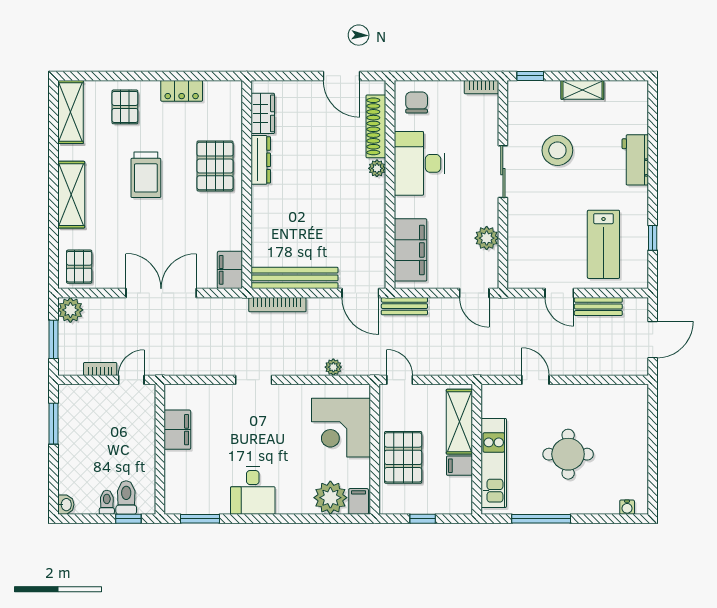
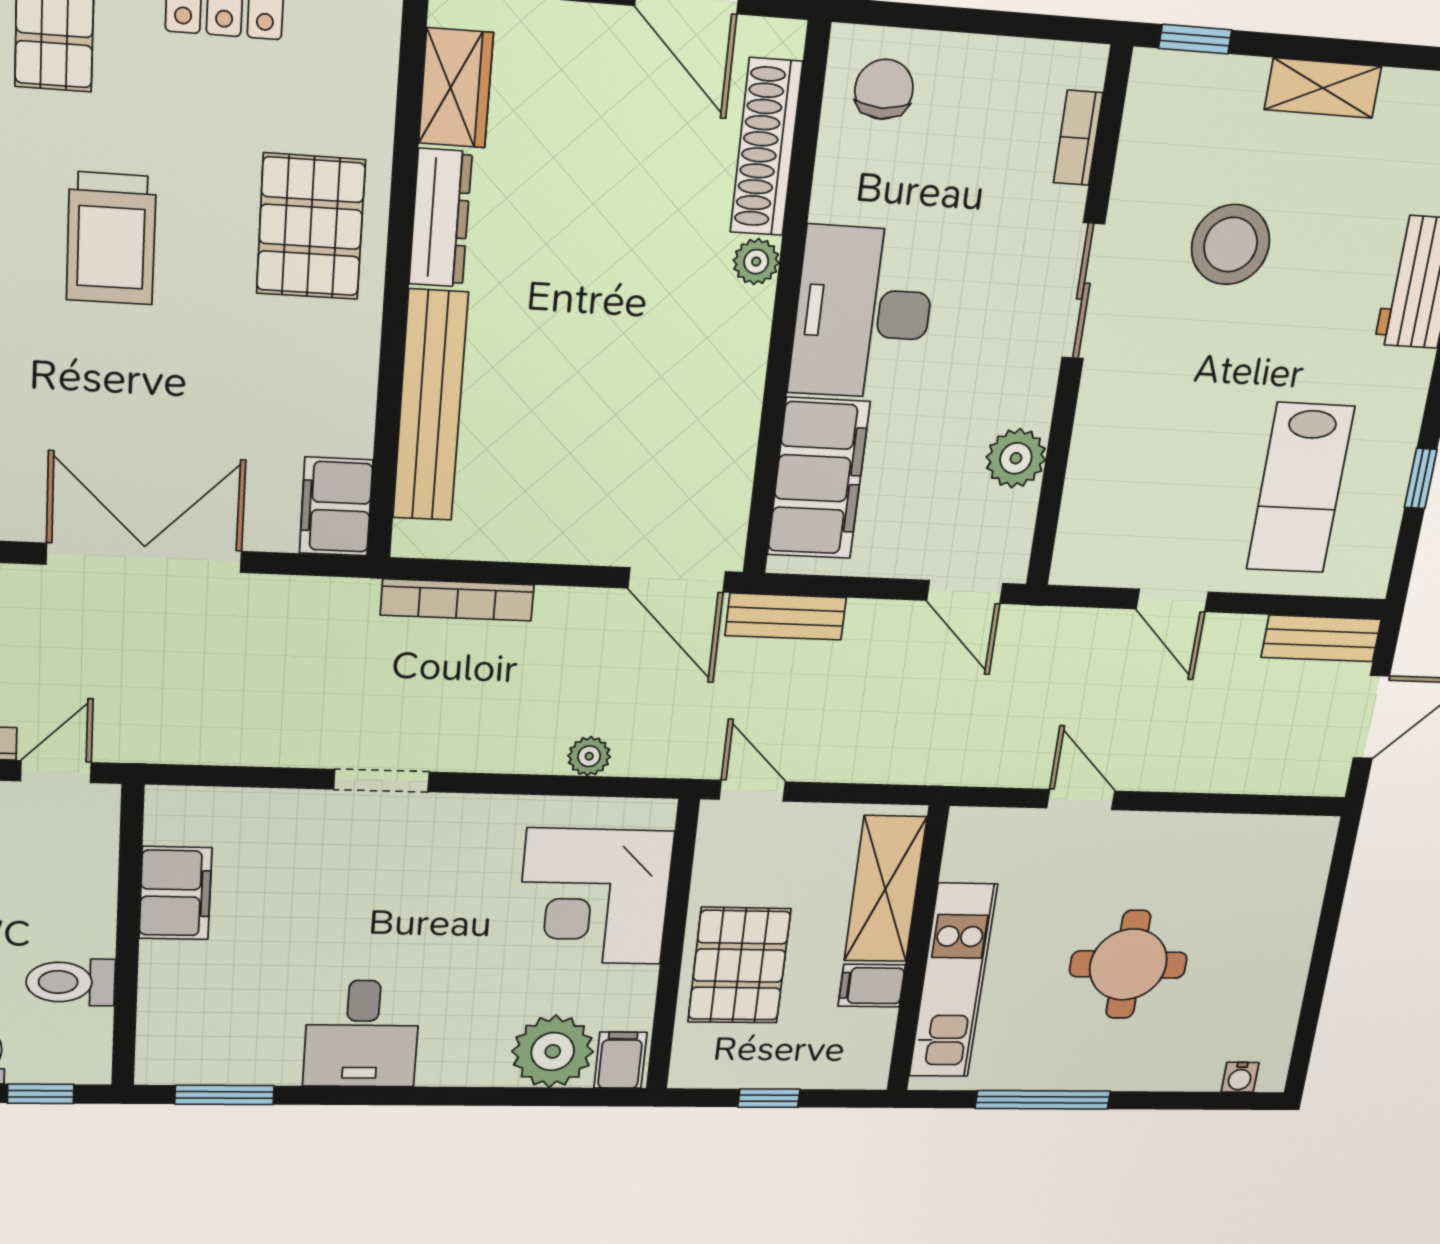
bookcase: (481, 87) -> (1078, 138), moved, turned 90
desk: (419, 163) -> (863, 313), moved
bench: (295, 278) -> (430, 406), moved, turned 90
bench: (598, 306) -> (1321, 638), moved
toilet: (126, 498) -> (71, 982), moved, turned -90

